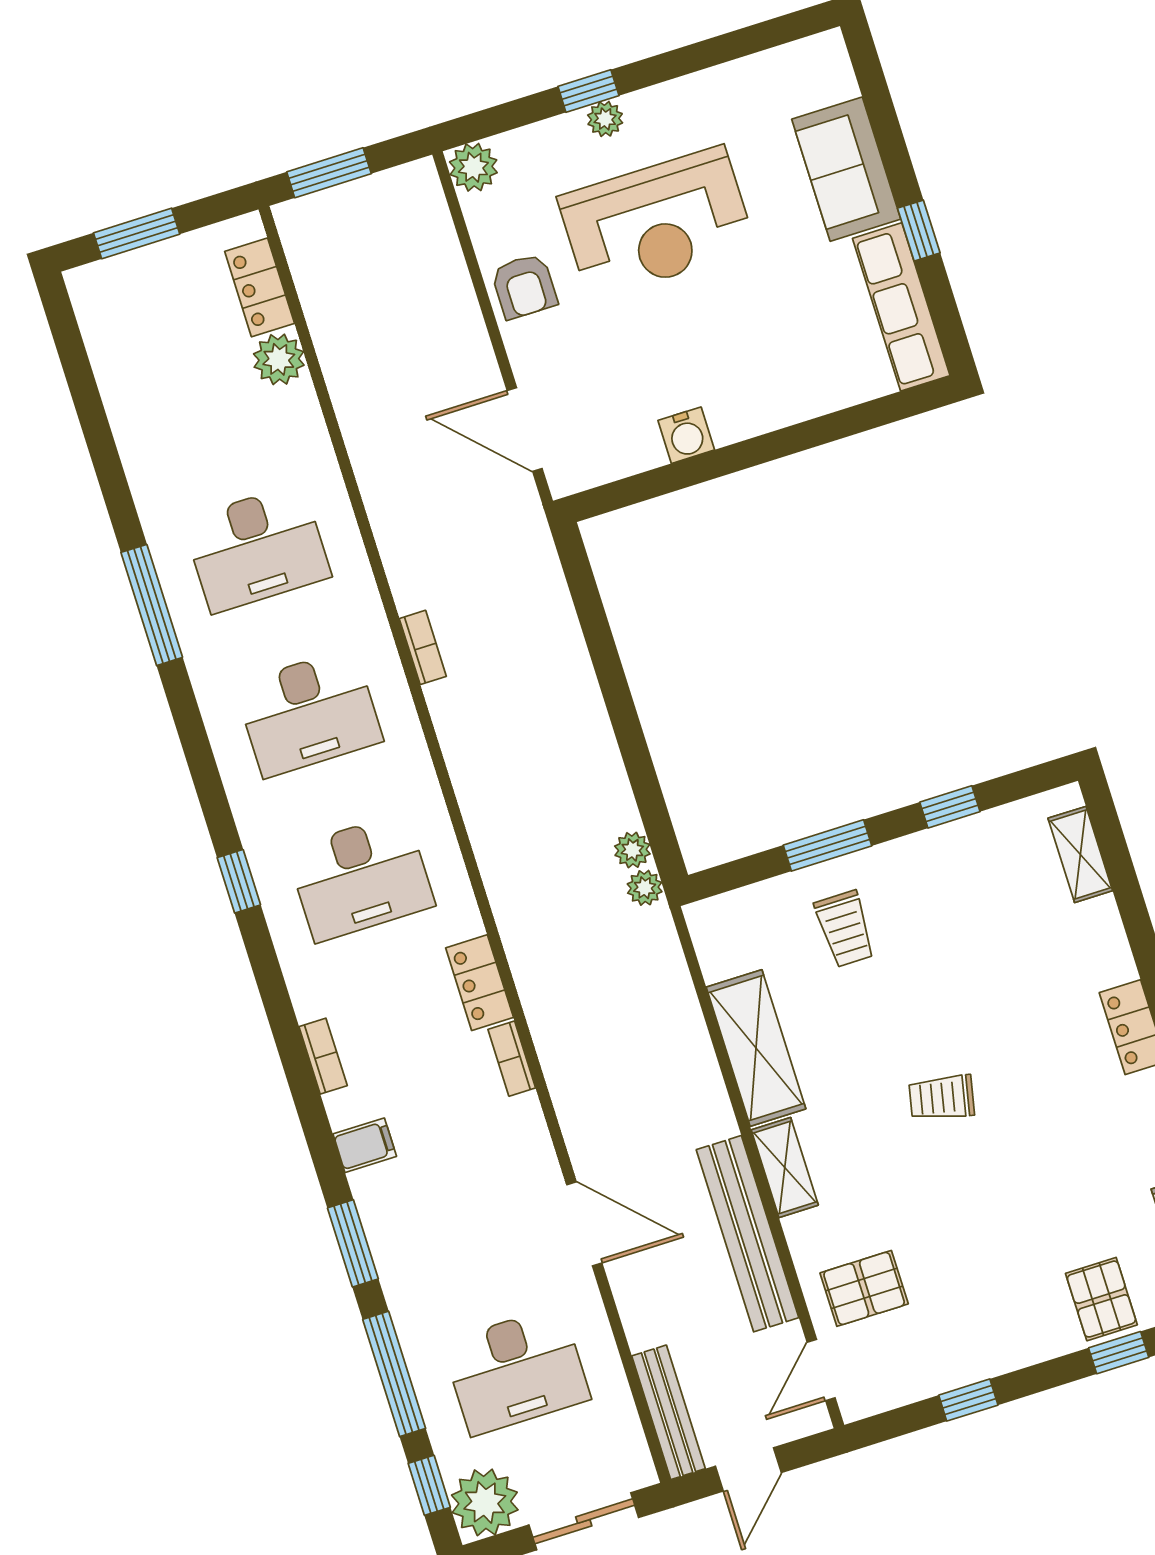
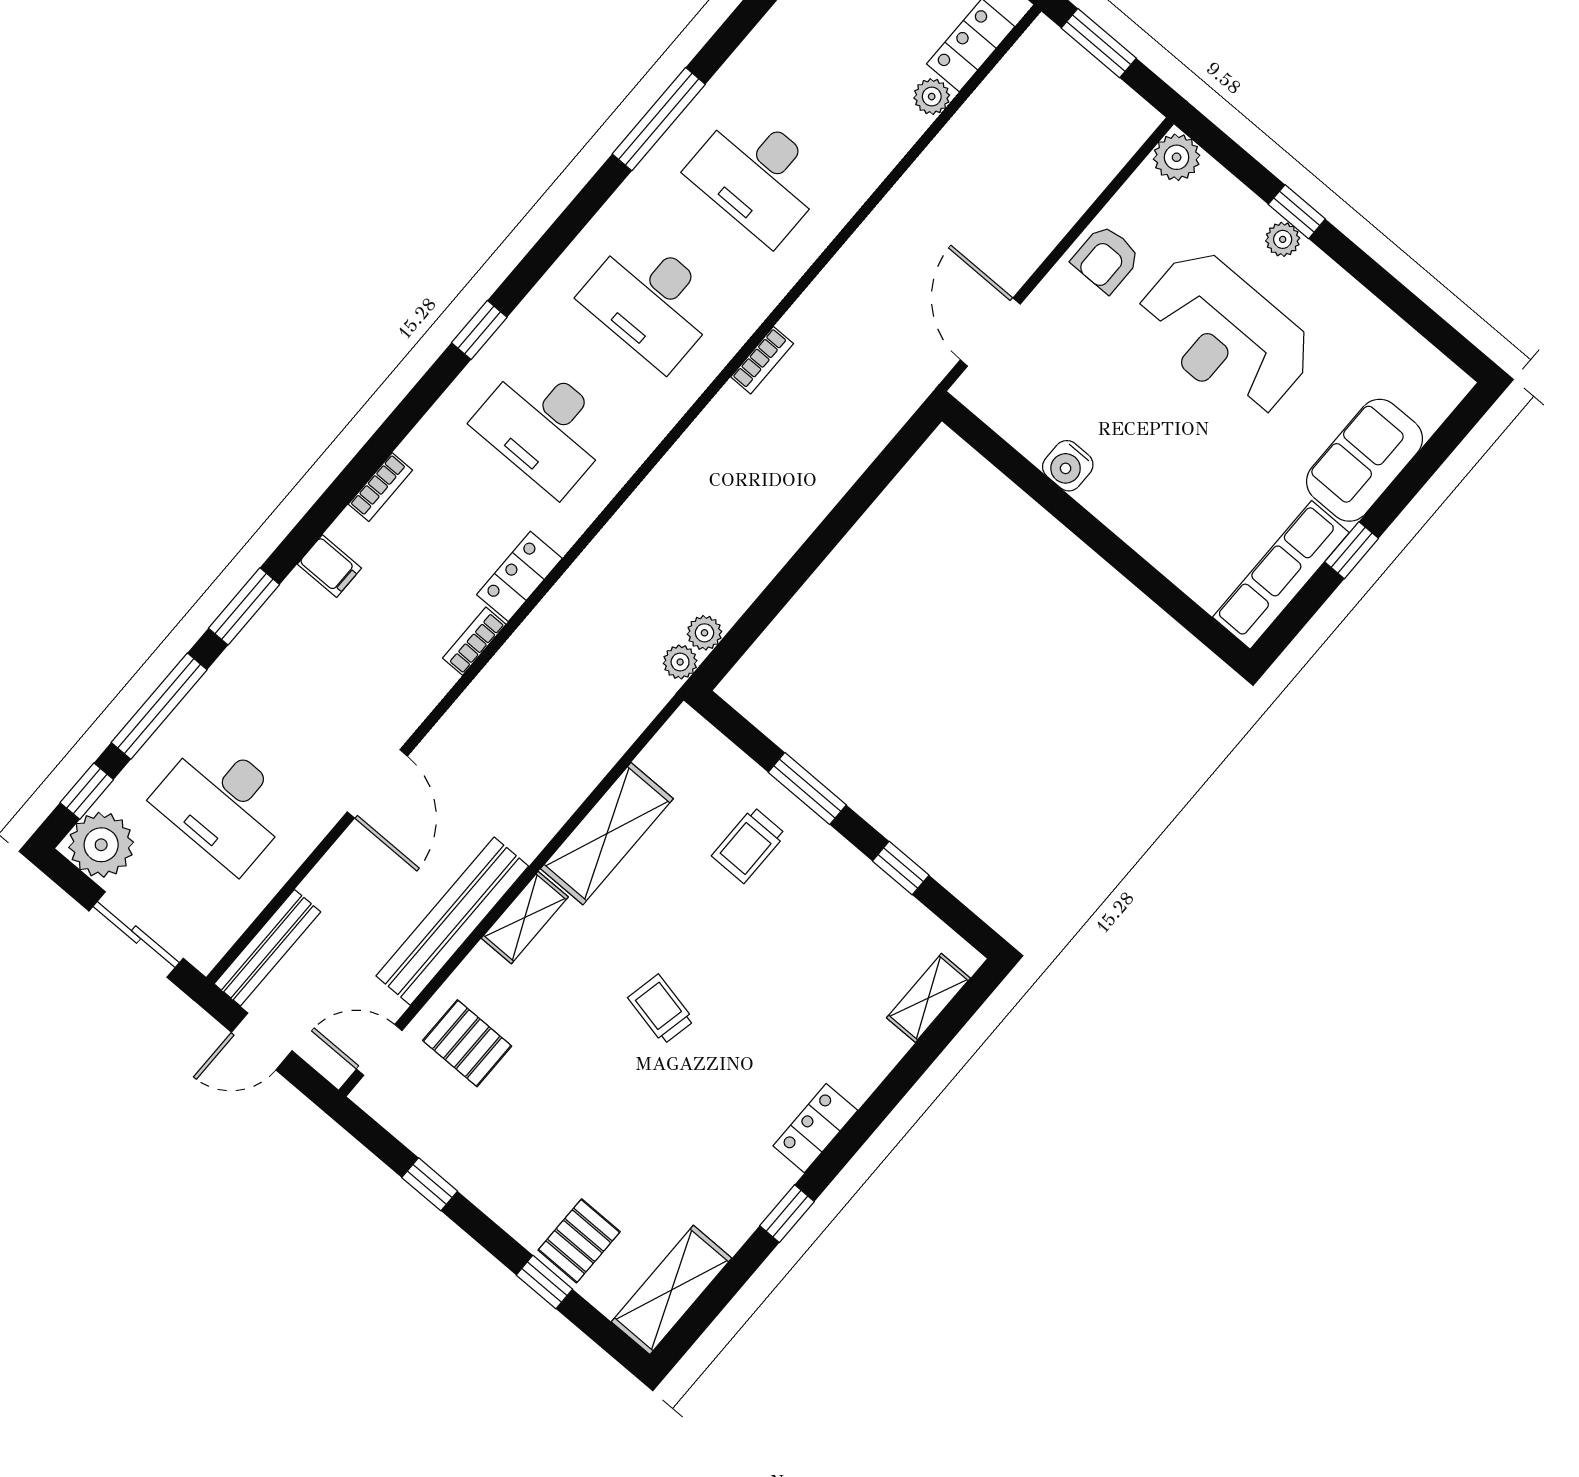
plant: (279, 359) -> (932, 97), width x0.73, depth x0.73

